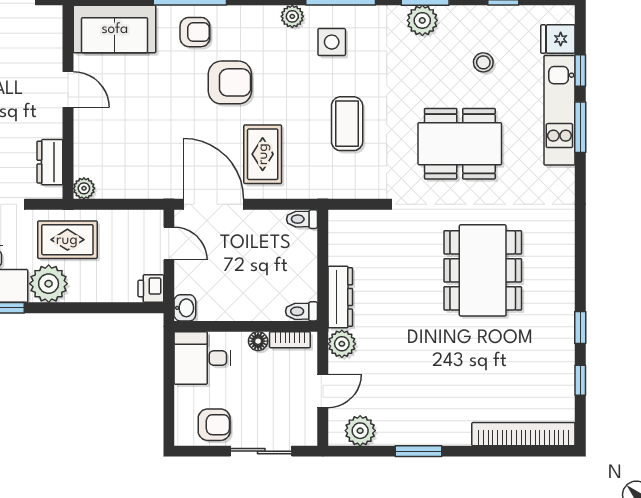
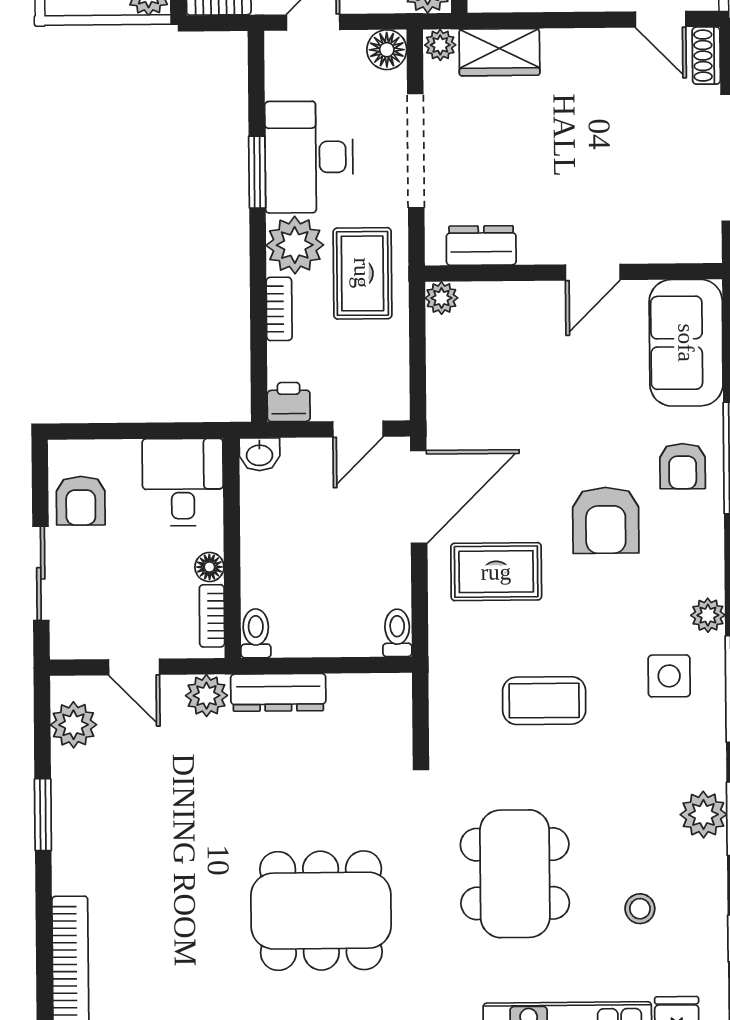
bookcase: (90, 294) -> (279, 309), added

